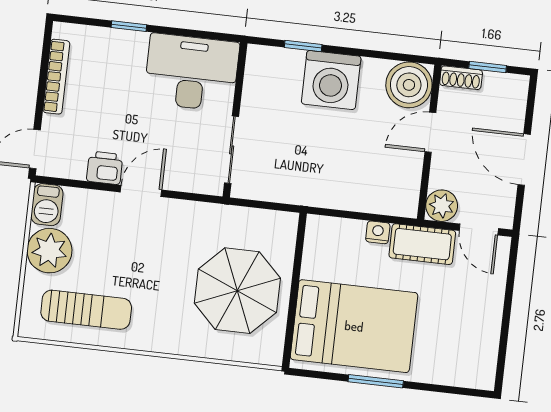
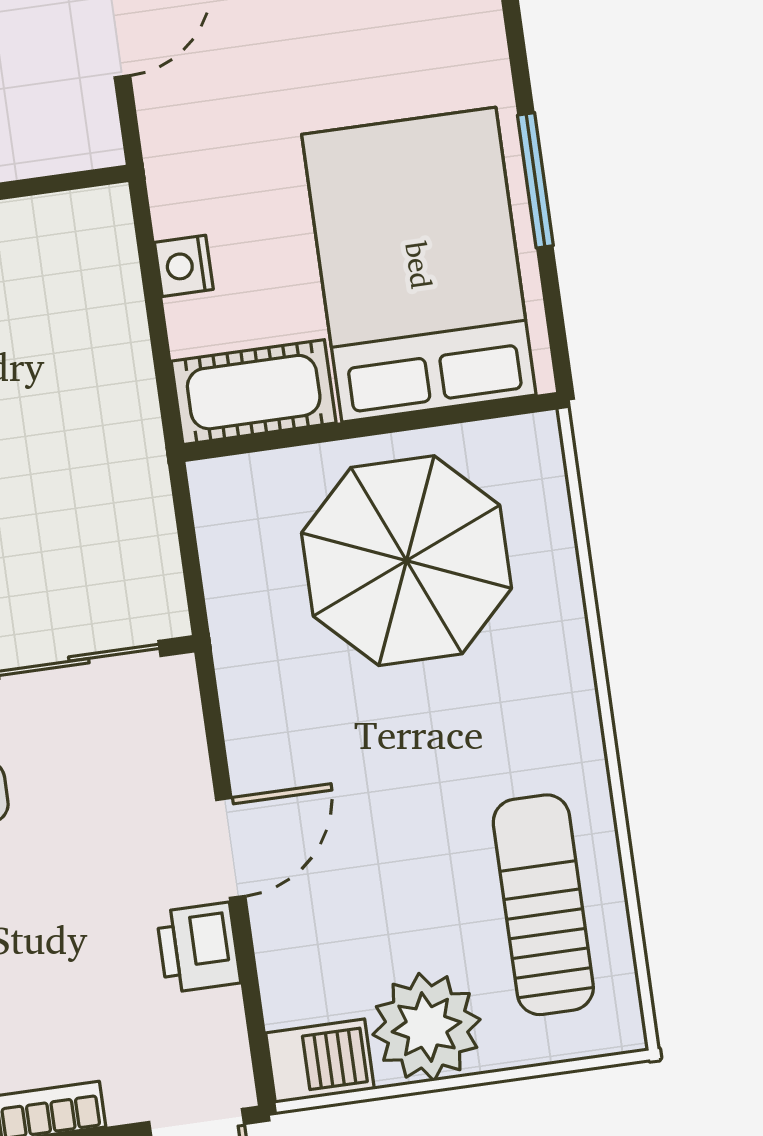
door: (141, 191) -> (231, 848), swing flipped
plant: (442, 206) -> (82, 132), removed
cot: (422, 244) -> (254, 392), moved, turned 90

